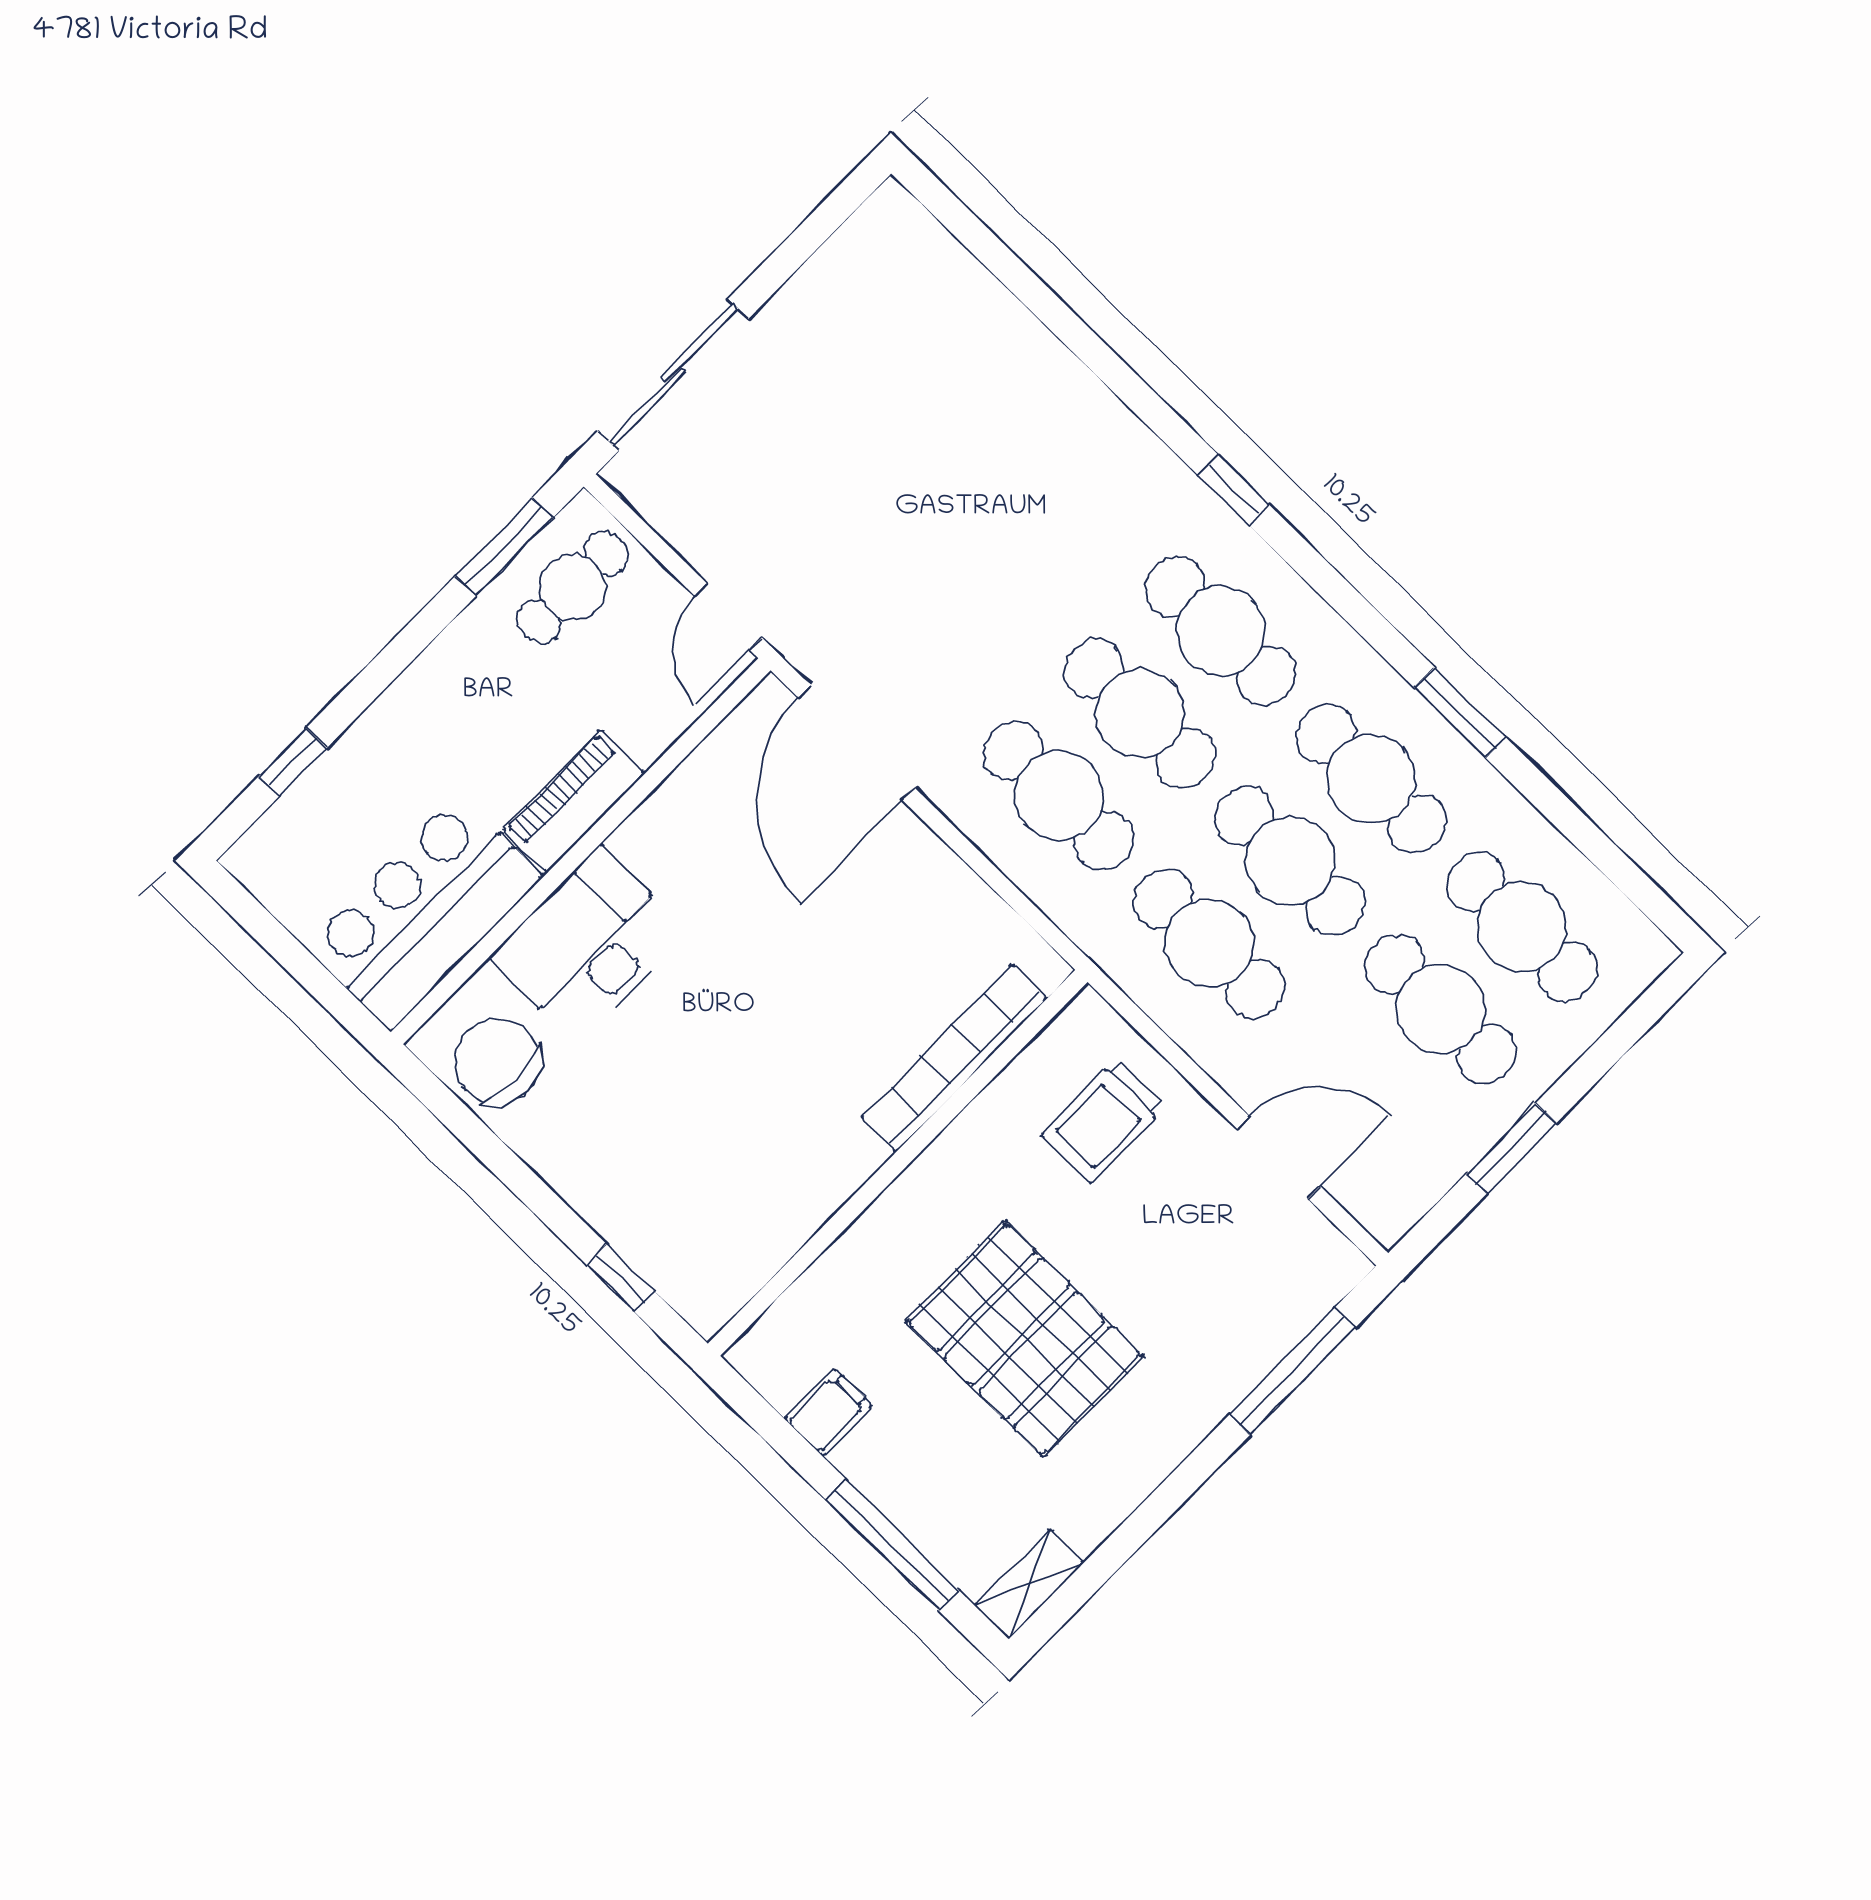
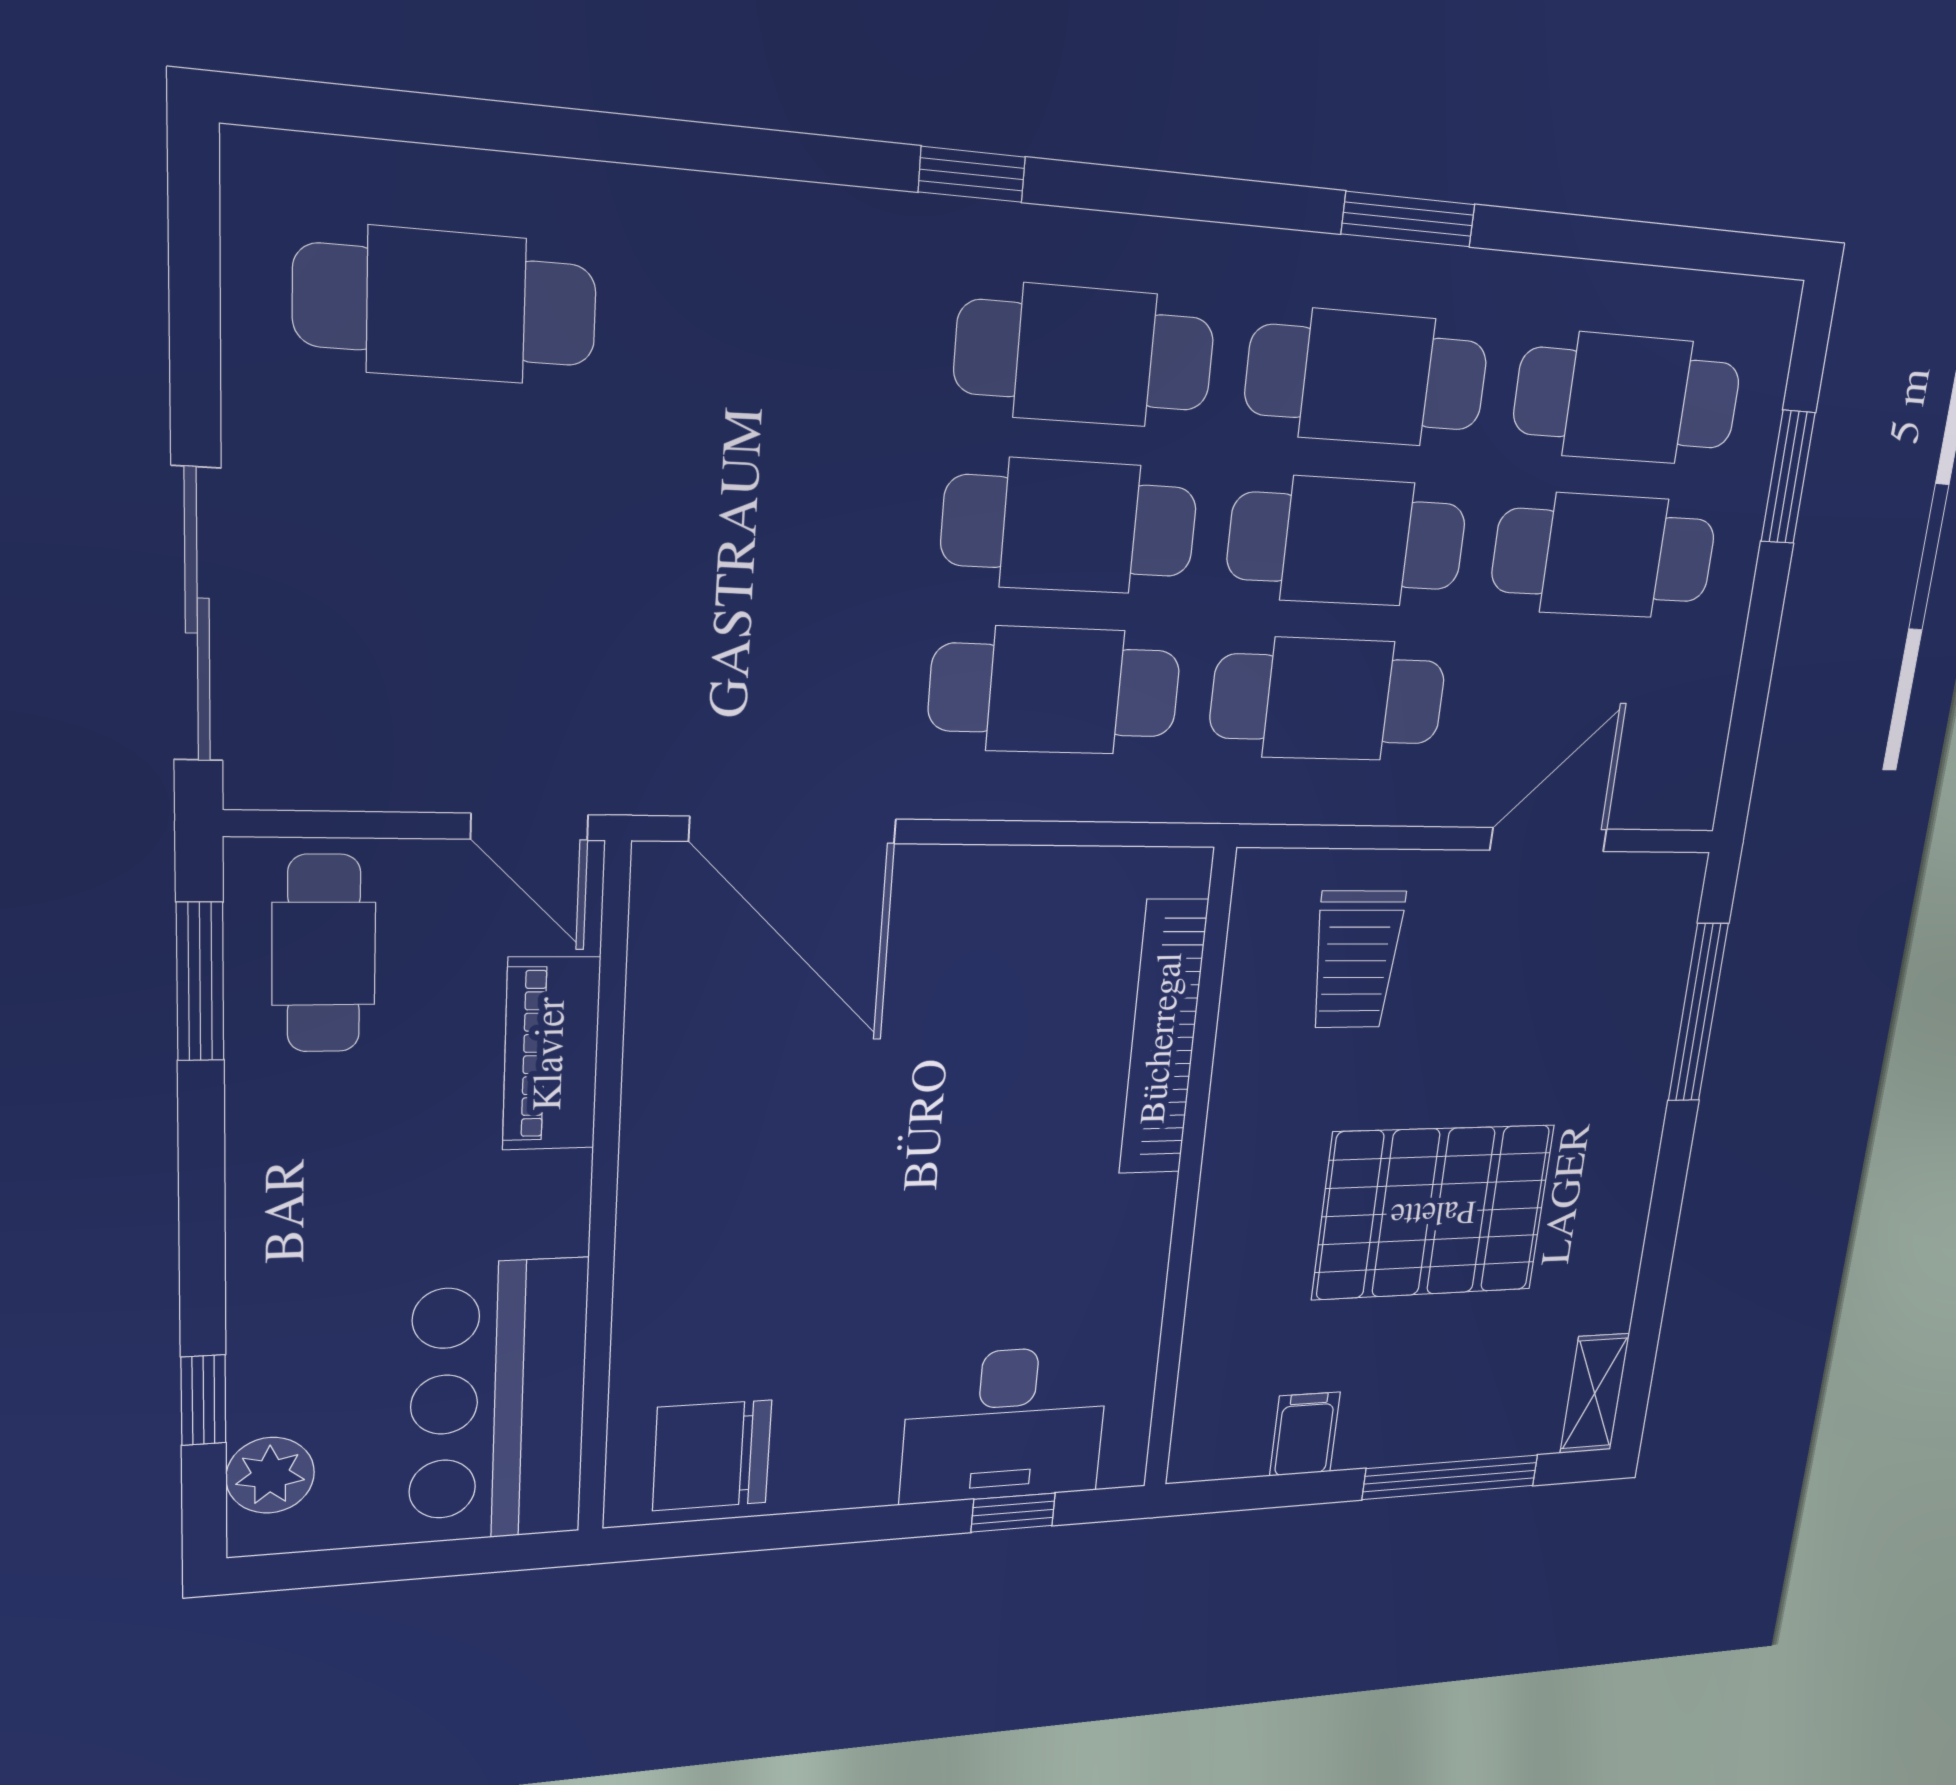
cafe table: (920, 335) -> (446, 305), added
piano: (574, 801) -> (551, 1054), moved
plant: (281, 836) -> (270, 1475), added
desk: (589, 945) -> (1005, 1424), moved, turned -90
window: (1511, 1148) -> (1788, 477), moved

